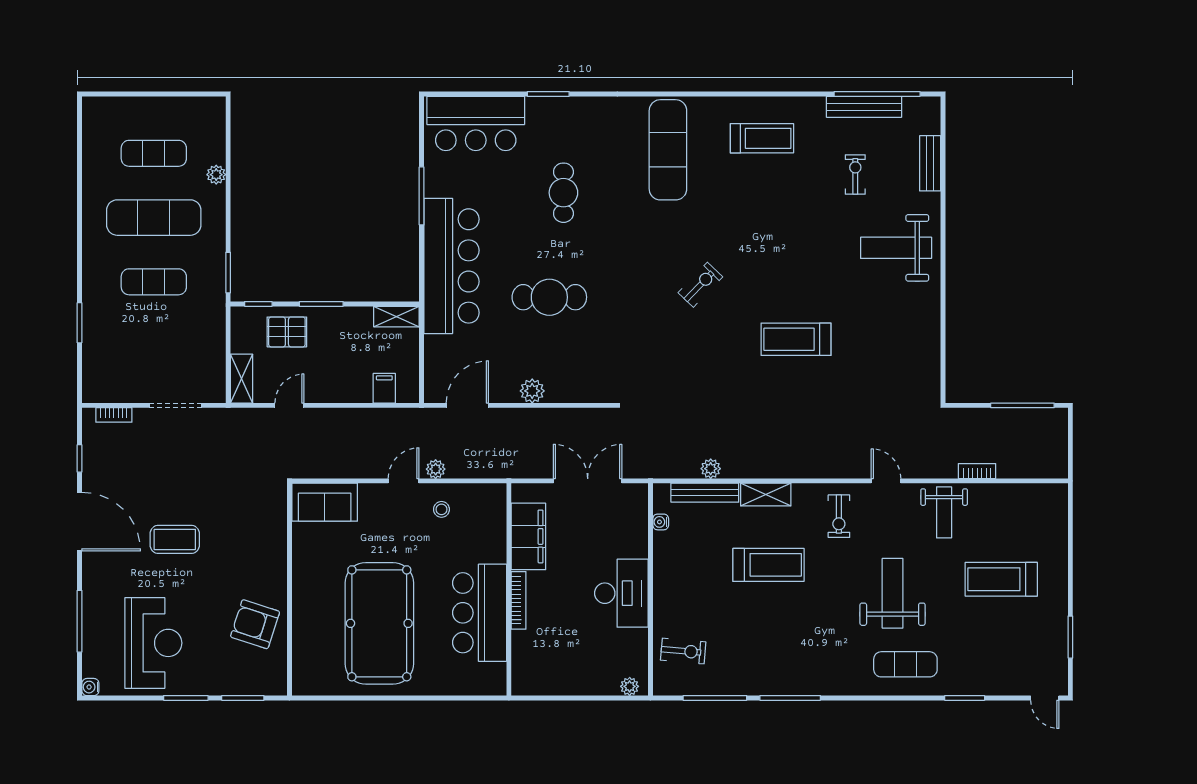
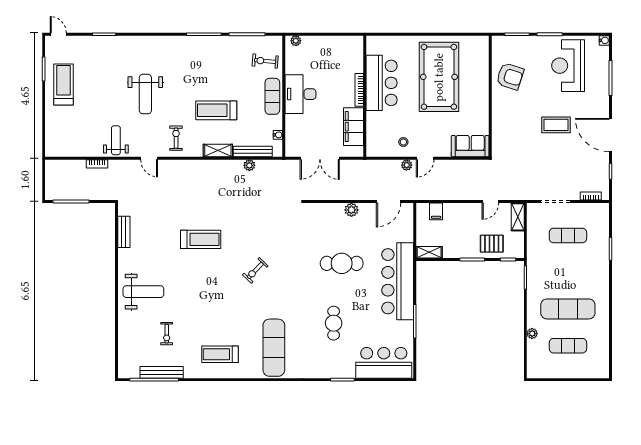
bench: (930, 163) -> (124, 232), moved
exercise mat: (154, 282) -> (568, 235), moved
treadmill: (1001, 579) -> (64, 84), moved, turned -90
exercise mat: (905, 664) -> (272, 96), moved, turned 90

